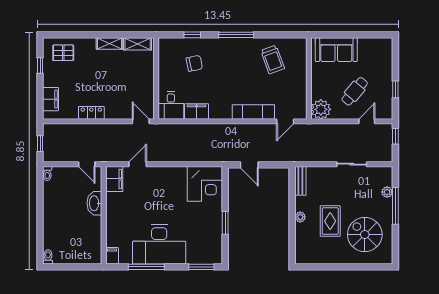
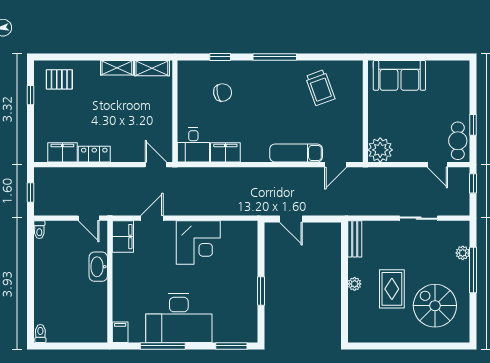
cafe table: (355, 91) -> (458, 141), moved, turned -40
filing cabinet: (51, 99) -> (62, 152), moved, turned -90
door: (367, 121) -> (437, 165), swing flipped
corner desk: (205, 184) -> (198, 242), moved

